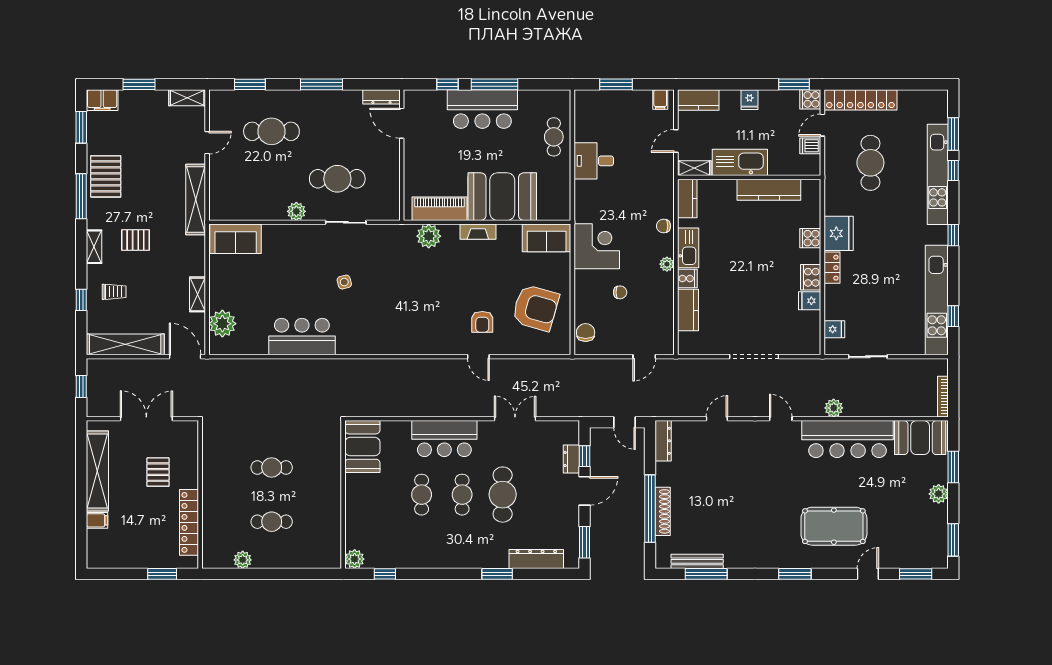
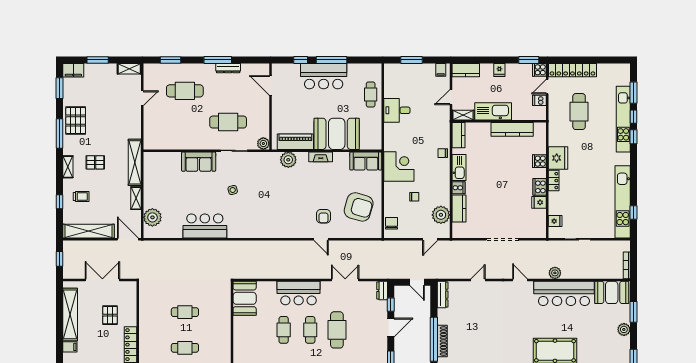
dresser: (381, 97) -> (228, 68), moved
shelving: (196, 199) -> (135, 162), moved
plant: (296, 211) -> (263, 144), moved
window: (953, 235) -> (634, 137), moved
sofa: (236, 239) -> (199, 162), moved
plant: (667, 264) -> (441, 215), moved, width x1.88, depth x1.88
dresser: (571, 459) -> (382, 291), moved

